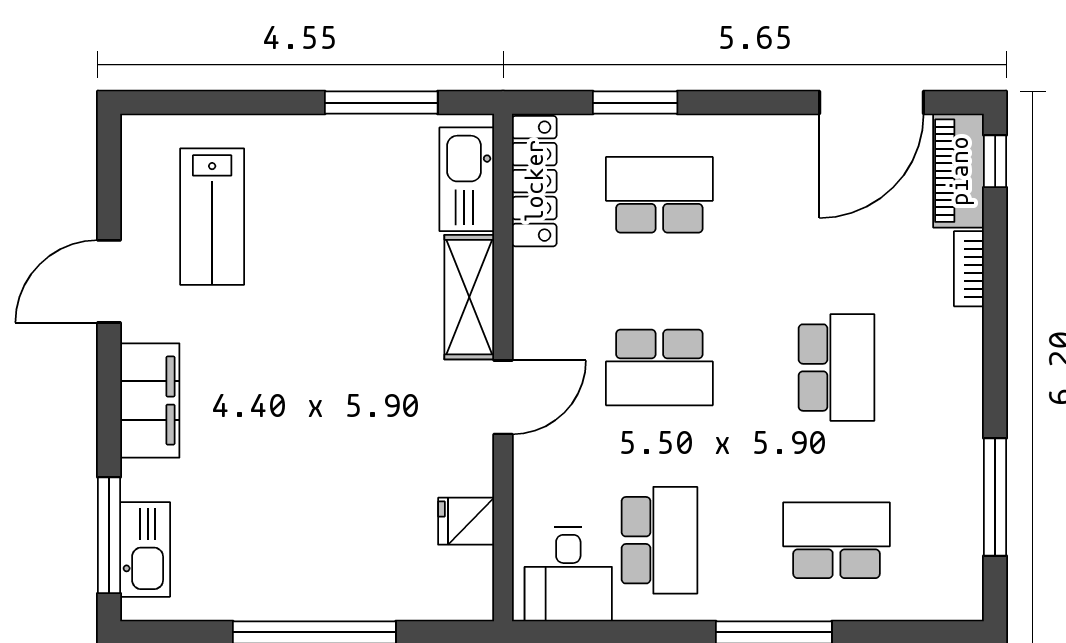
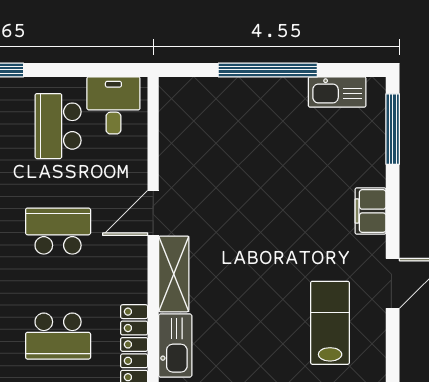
filing cabinet: (150, 401) -> (371, 211), width x0.67, depth x0.86
fridge: (466, 521) -> (176, 138), removed
kitchen sink: (145, 549) -> (337, 92), moved, turned -90

